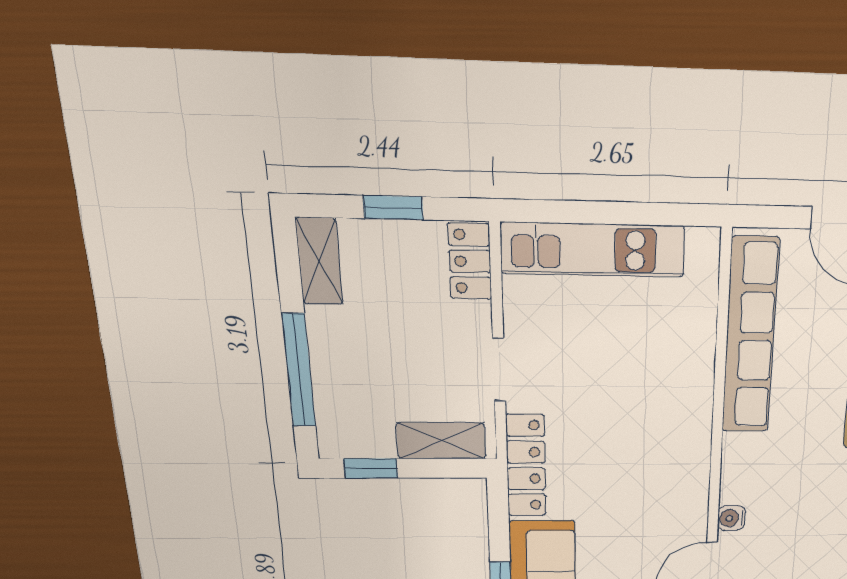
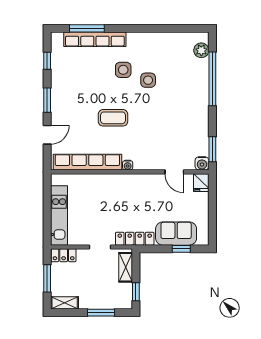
window: (393, 208) -> (47, 278), width x1.50
window: (299, 371) -> (101, 313), width x0.69
water cooler: (731, 518) -> (128, 165), moved

